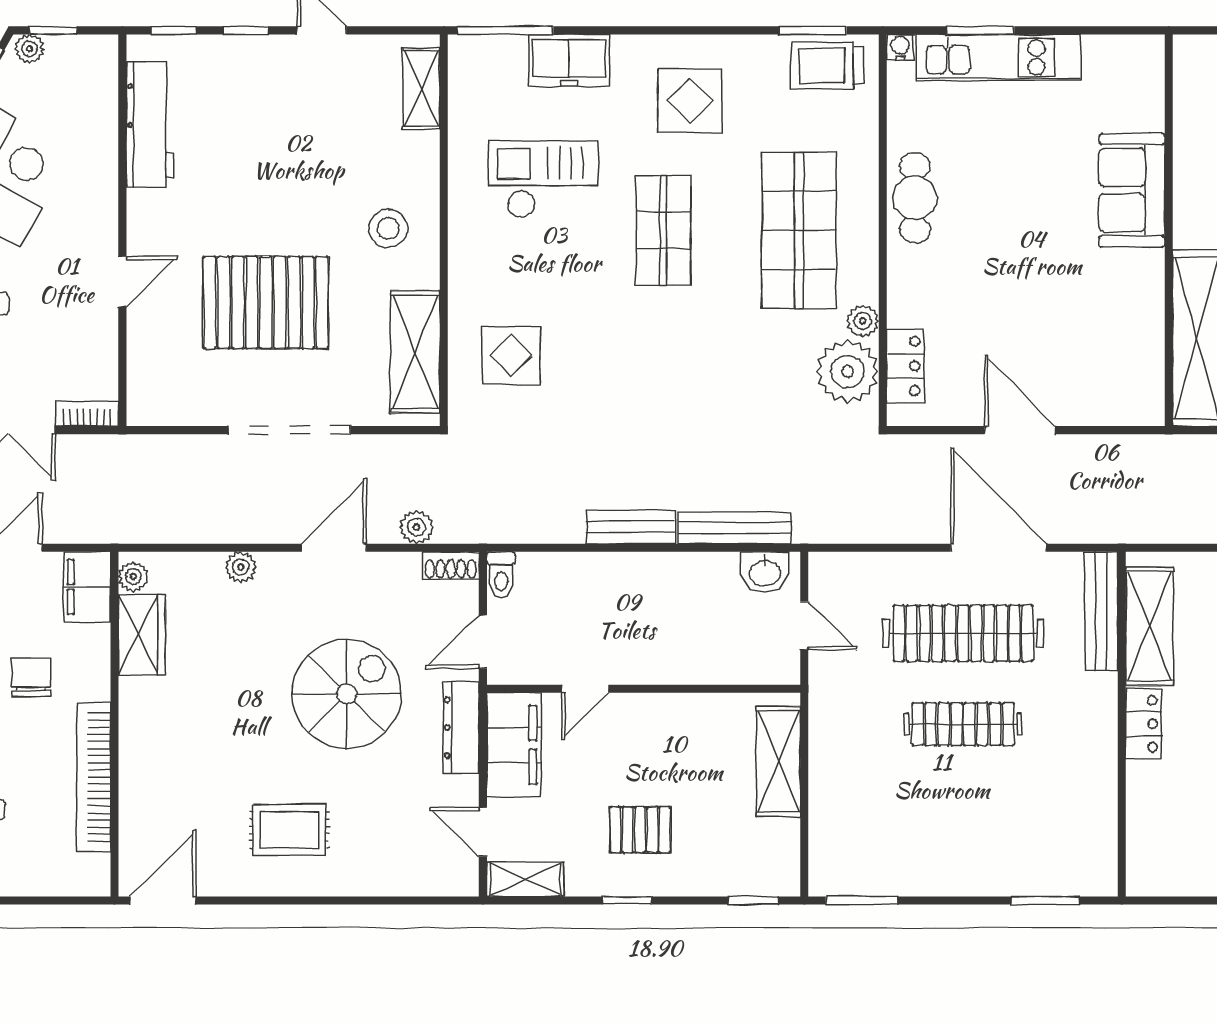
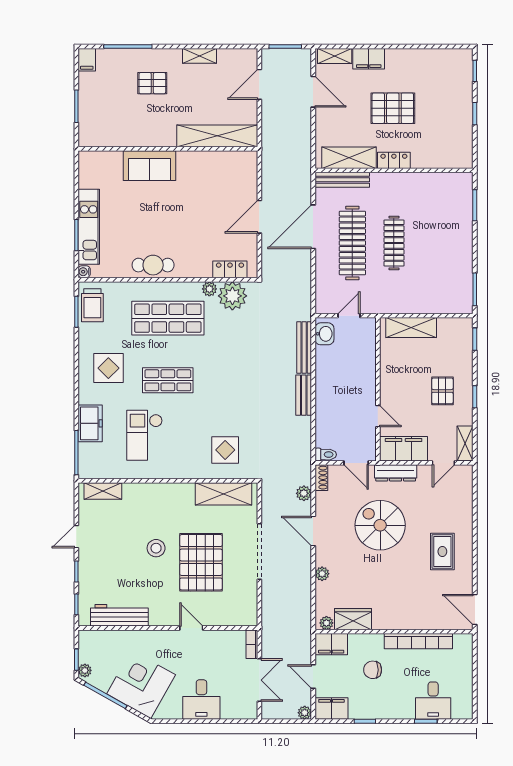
stool: (388, 228) -> (156, 548), moved

